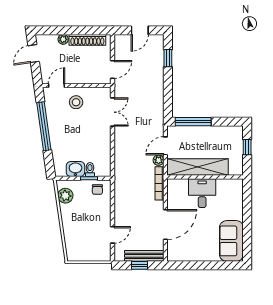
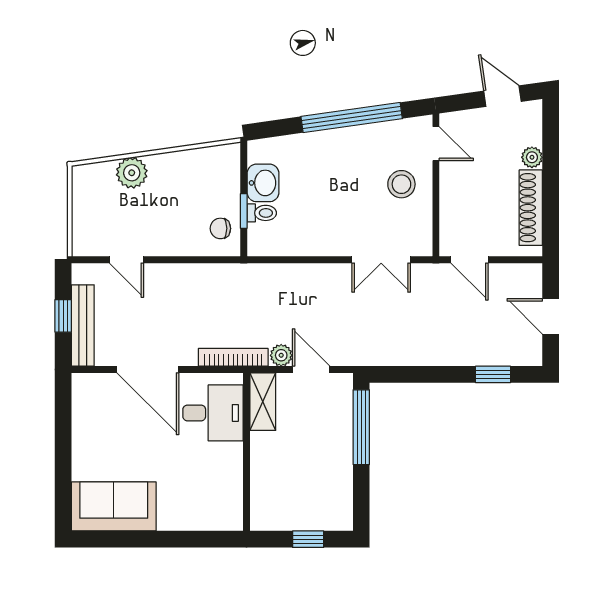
shelving: (198, 167) -> (263, 402), width x0.45, depth x0.75
desk: (202, 193) -> (213, 413), moved
plant: (65, 196) -> (132, 173), moved

